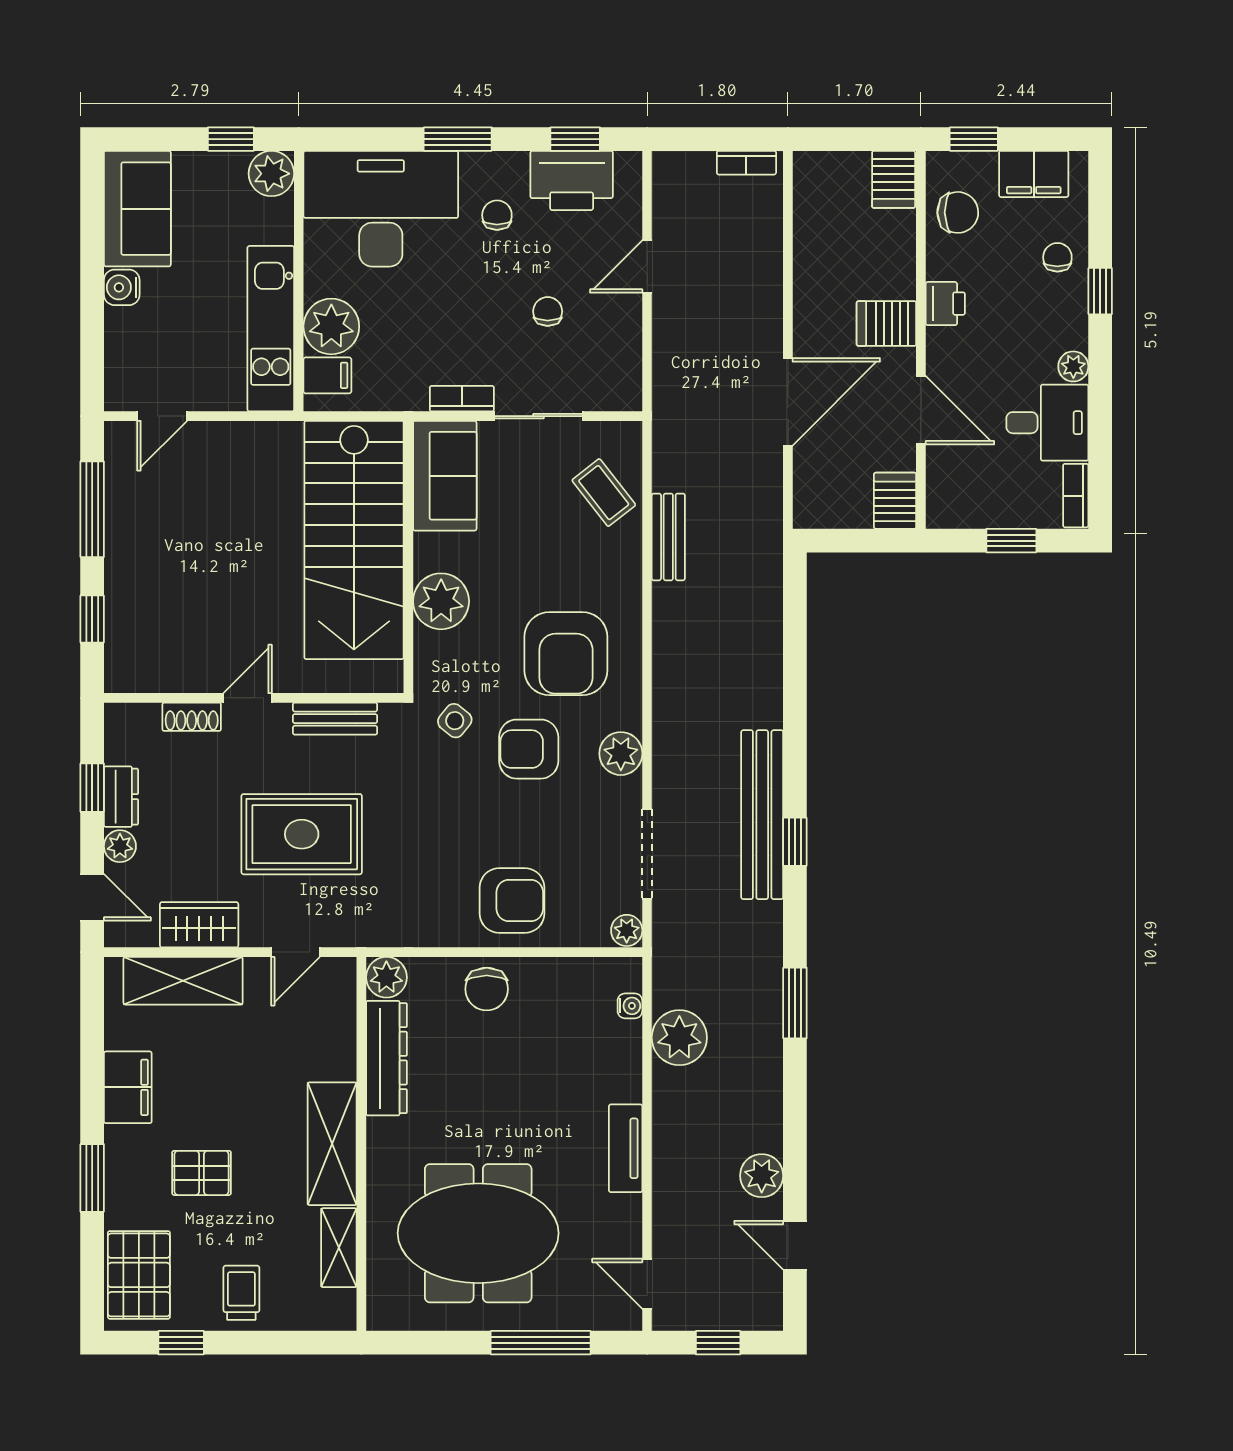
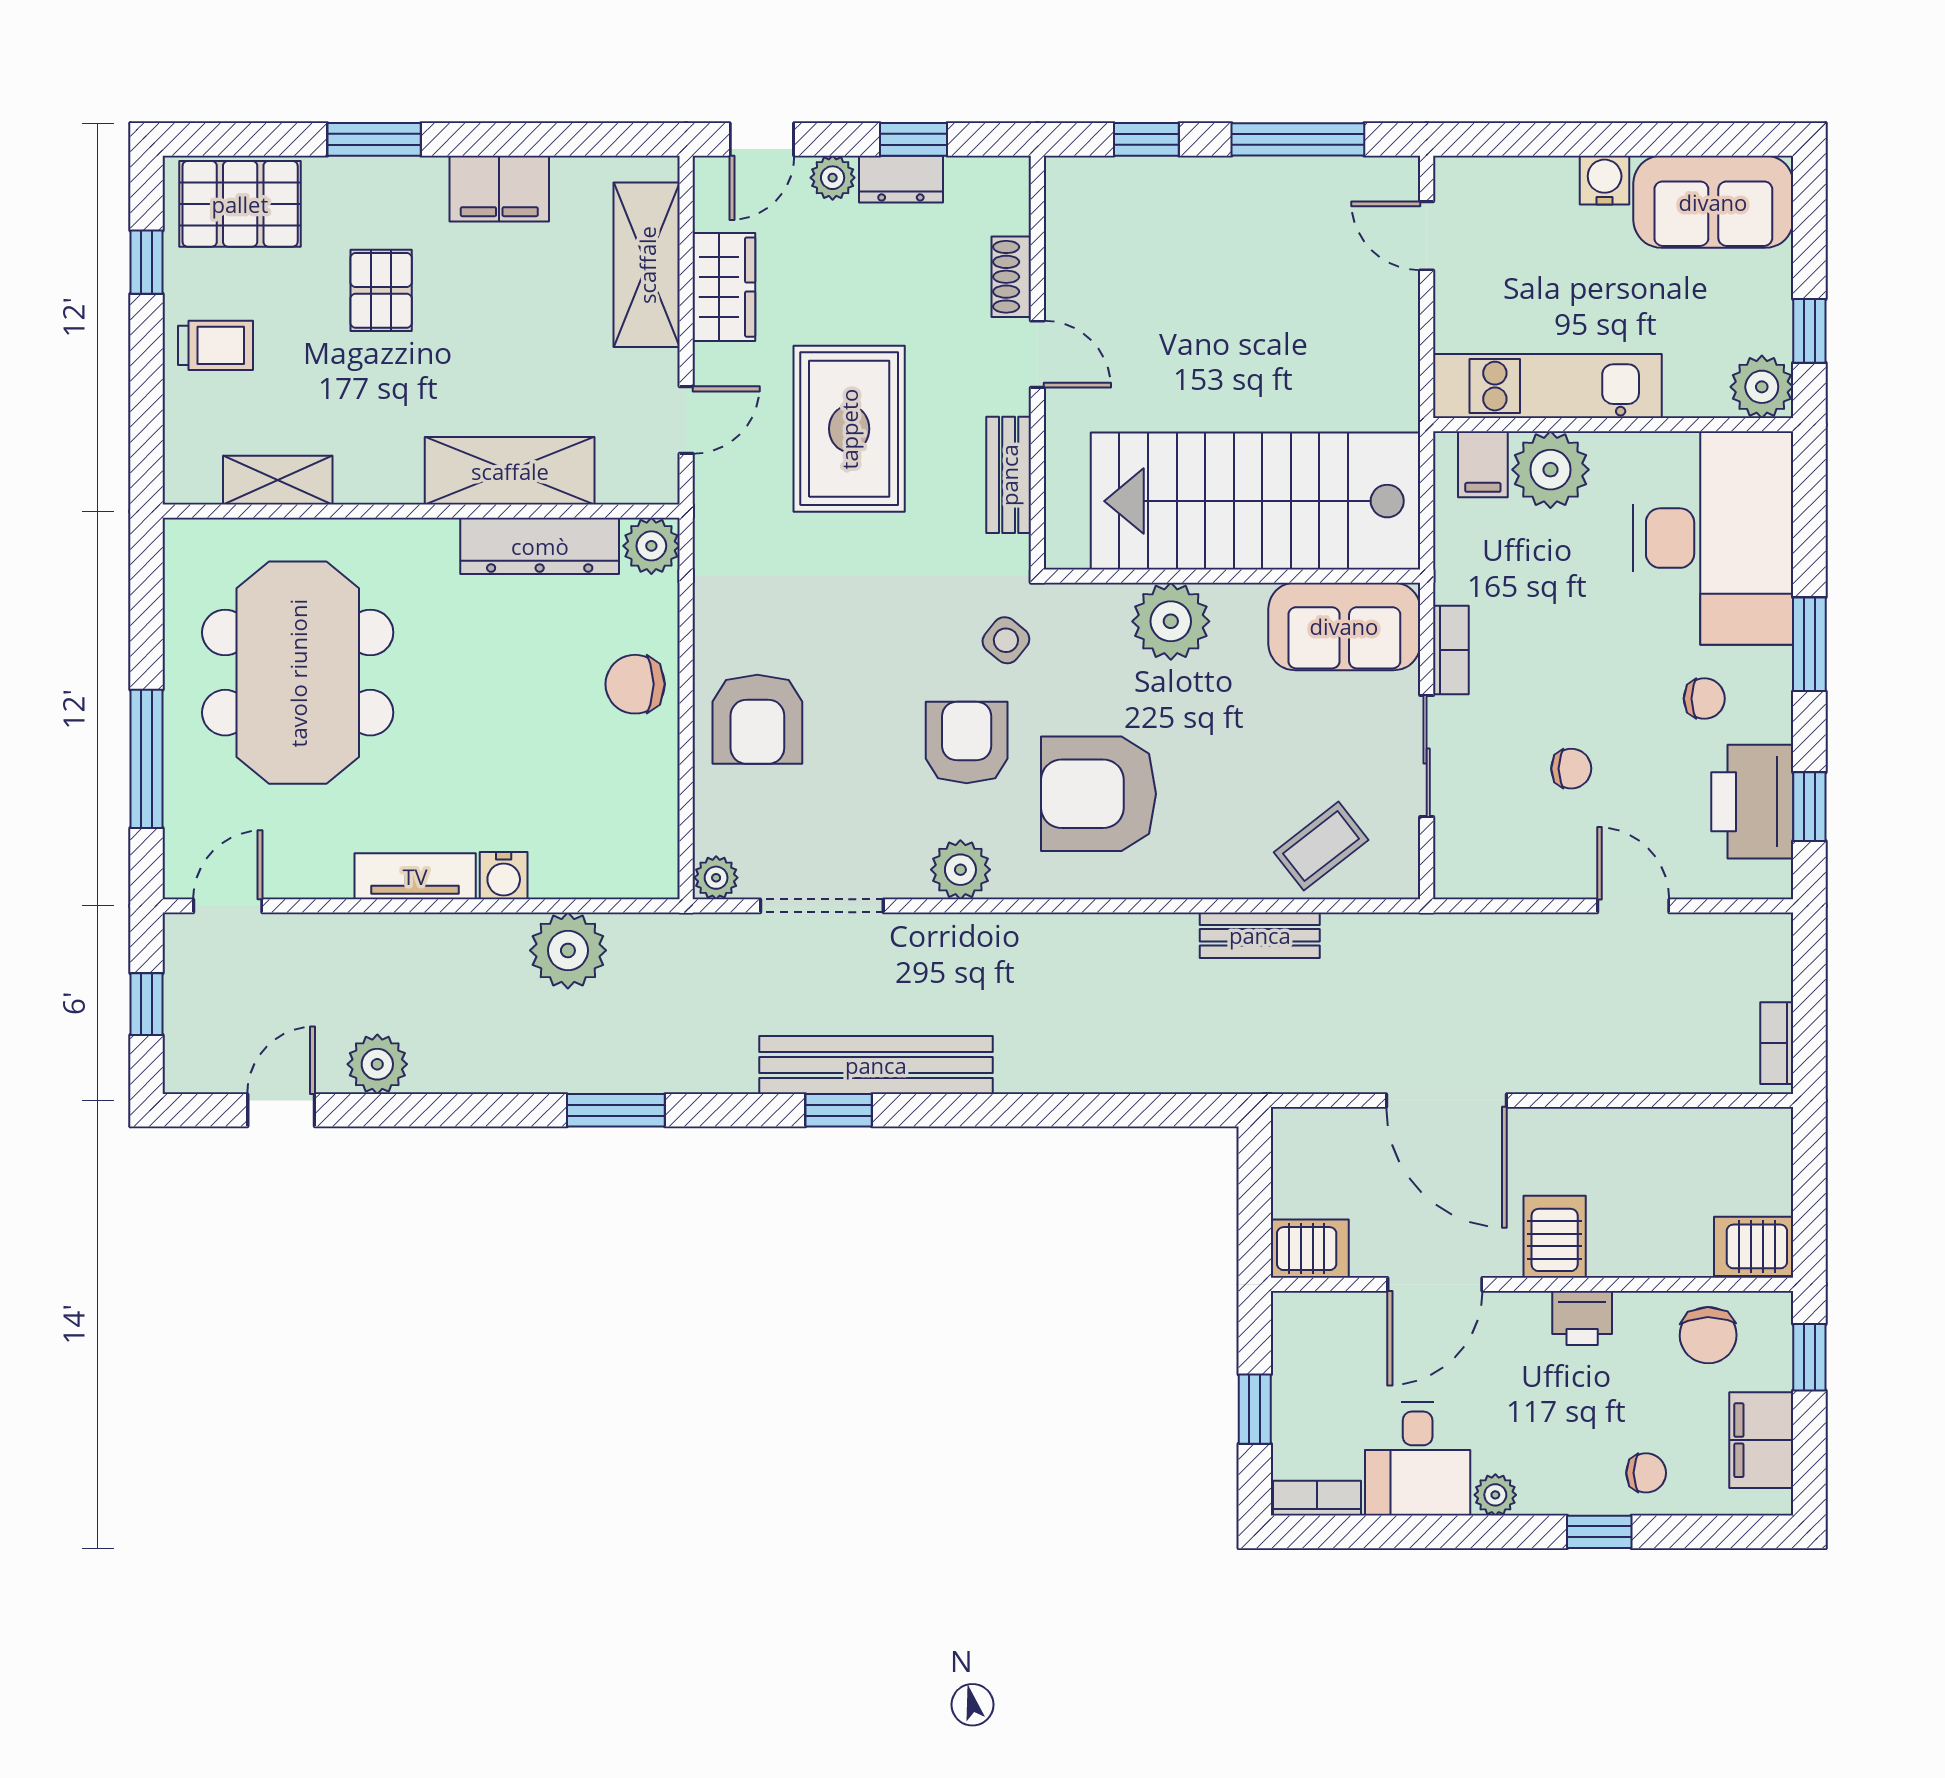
door: (295, 952) -> (686, 420), swing flipped
water cooler: (630, 1006) -> (504, 876), moved, width x1.38, depth x1.38
shelving: (332, 1144) -> (510, 471), moved

